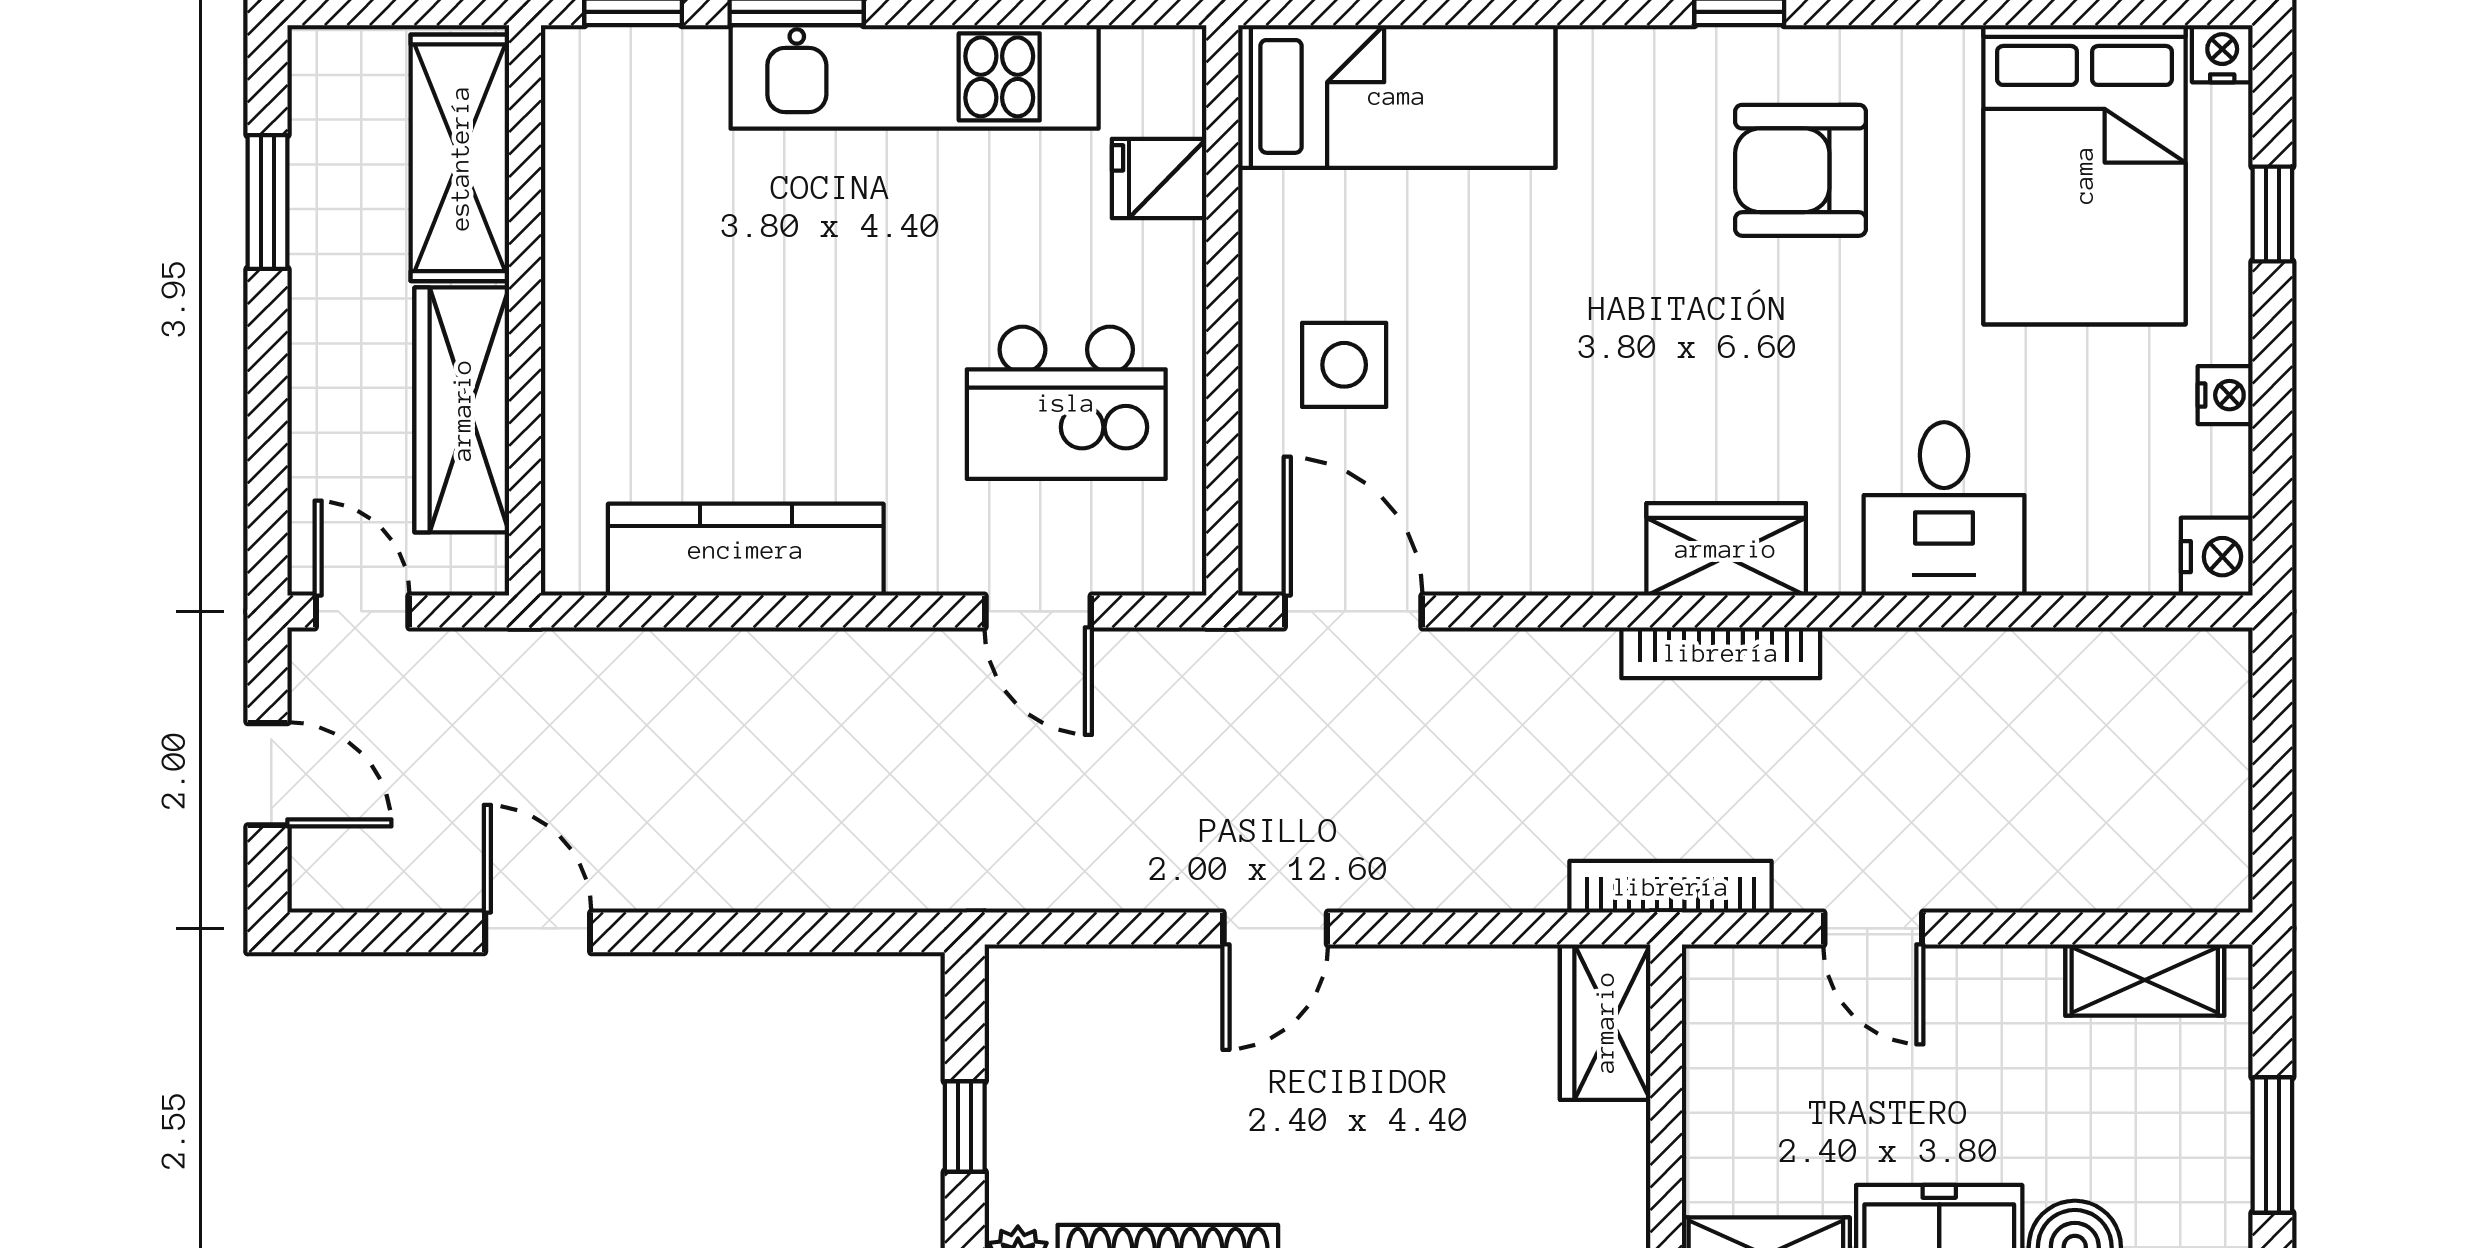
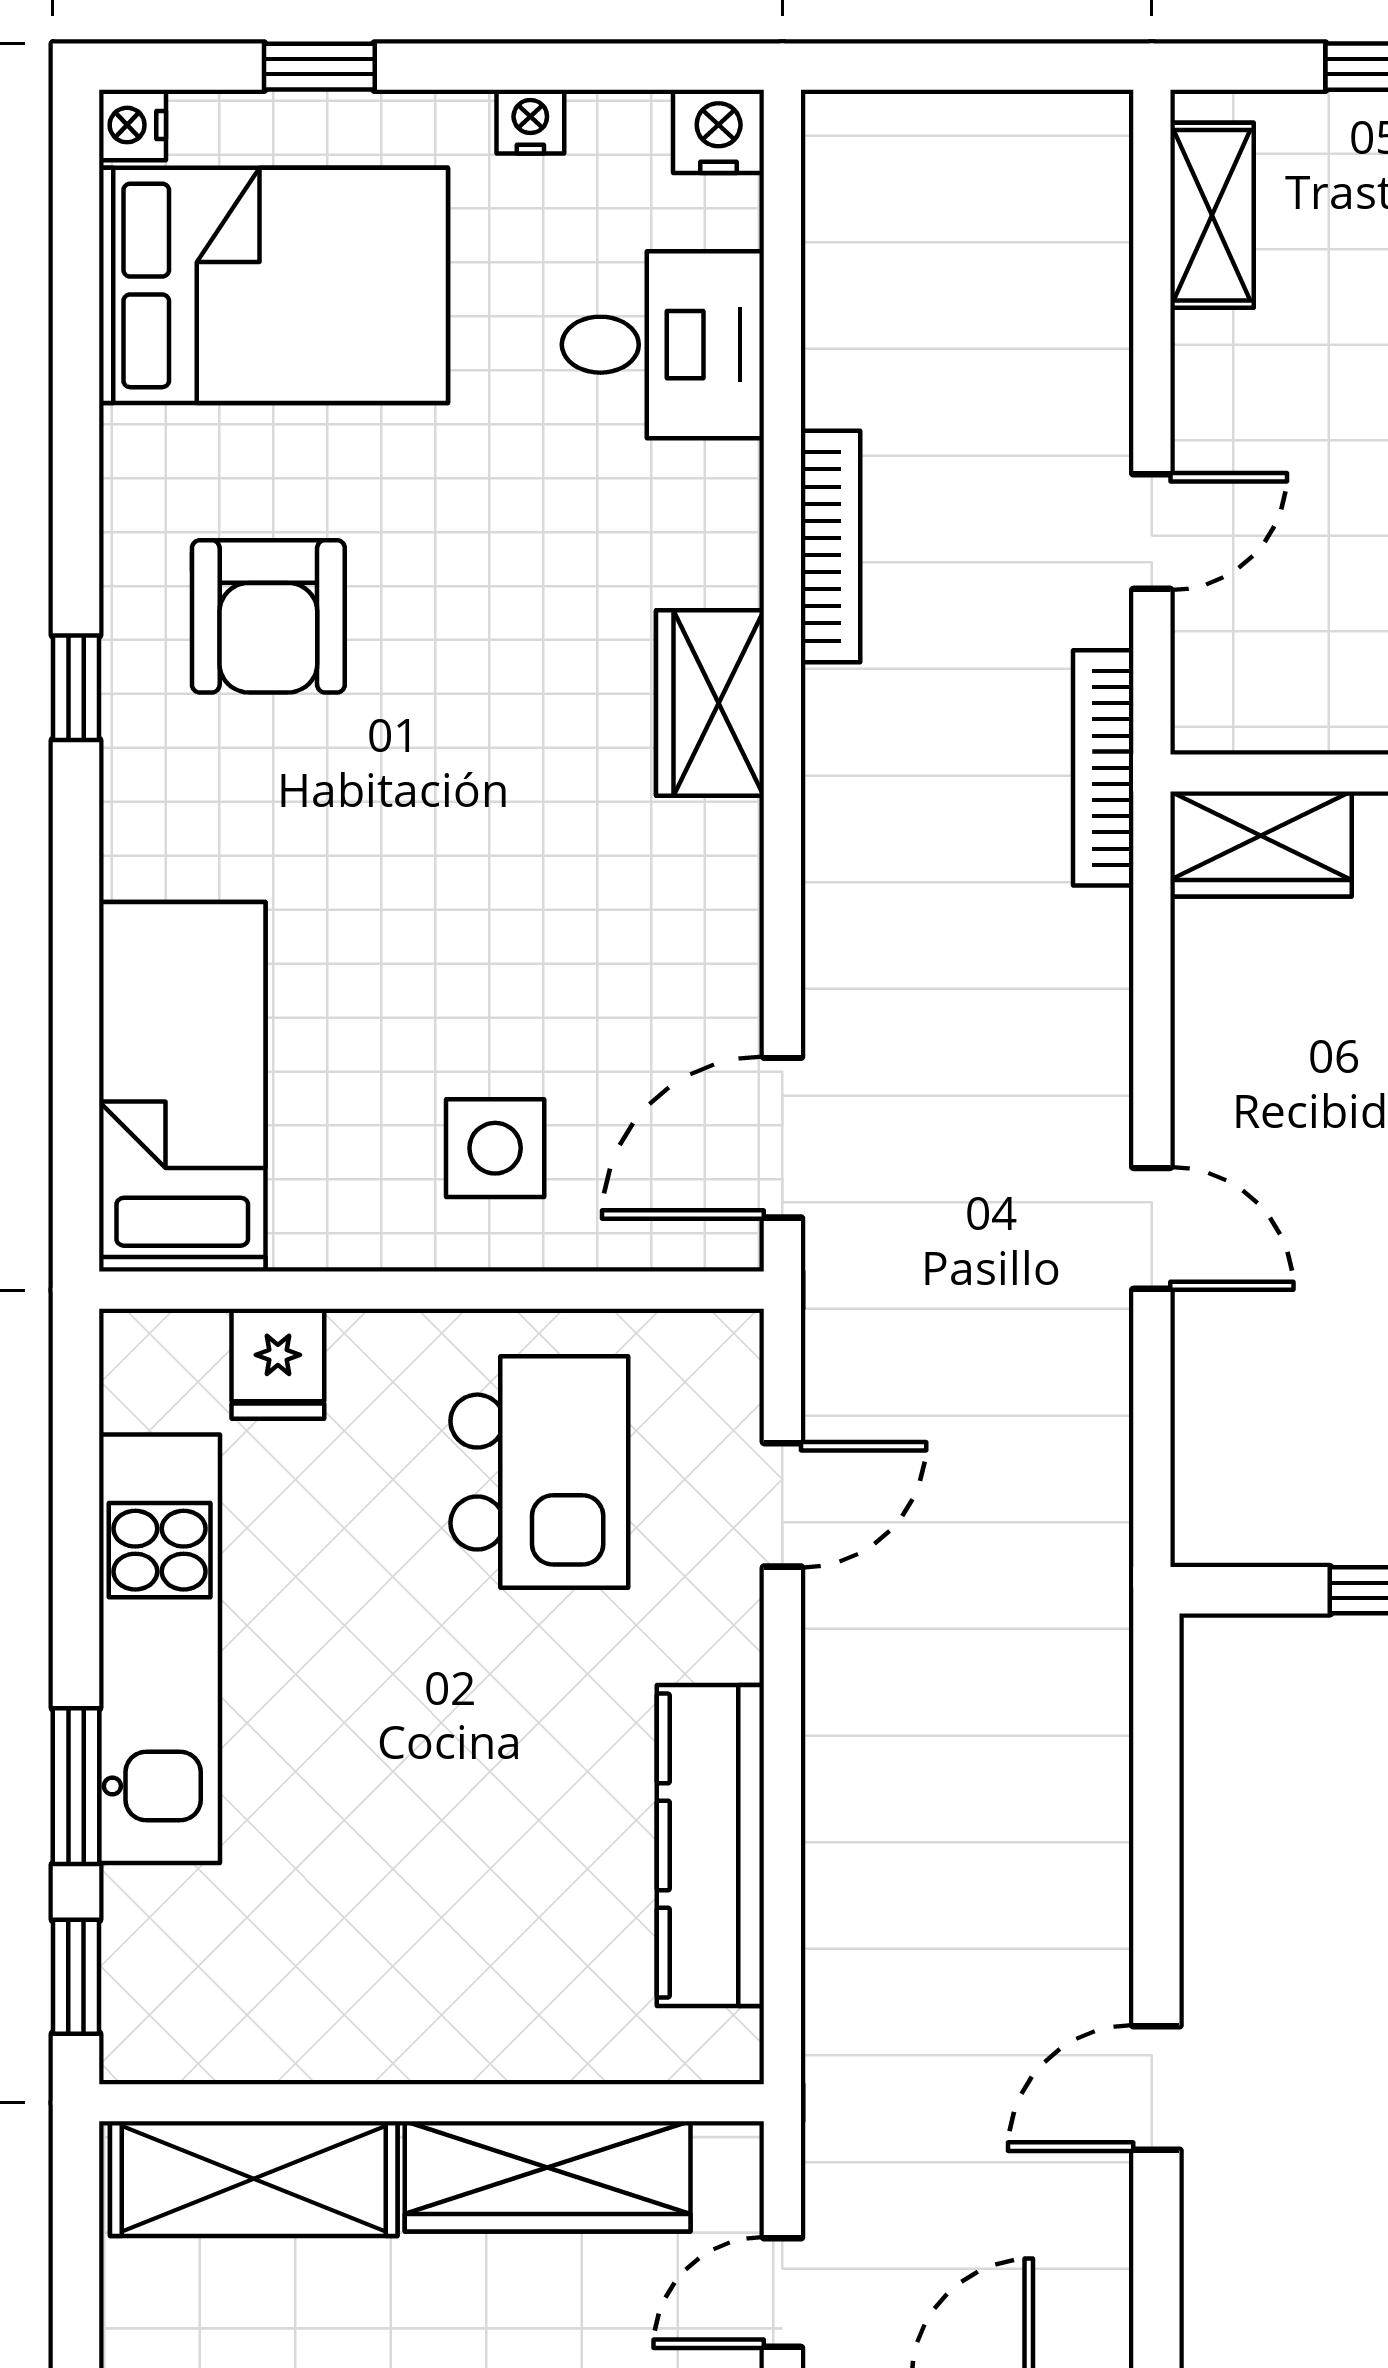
desk: (1944, 509) -> (663, 345), moved
bookcase: (1721, 653) -> (831, 546), moved

